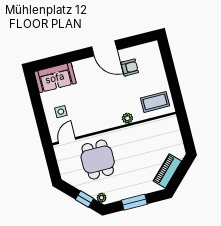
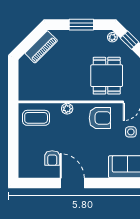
armchair: (130, 67) -> (52, 158), turned -90
armchair: (94, 117) -> (100, 118), added

